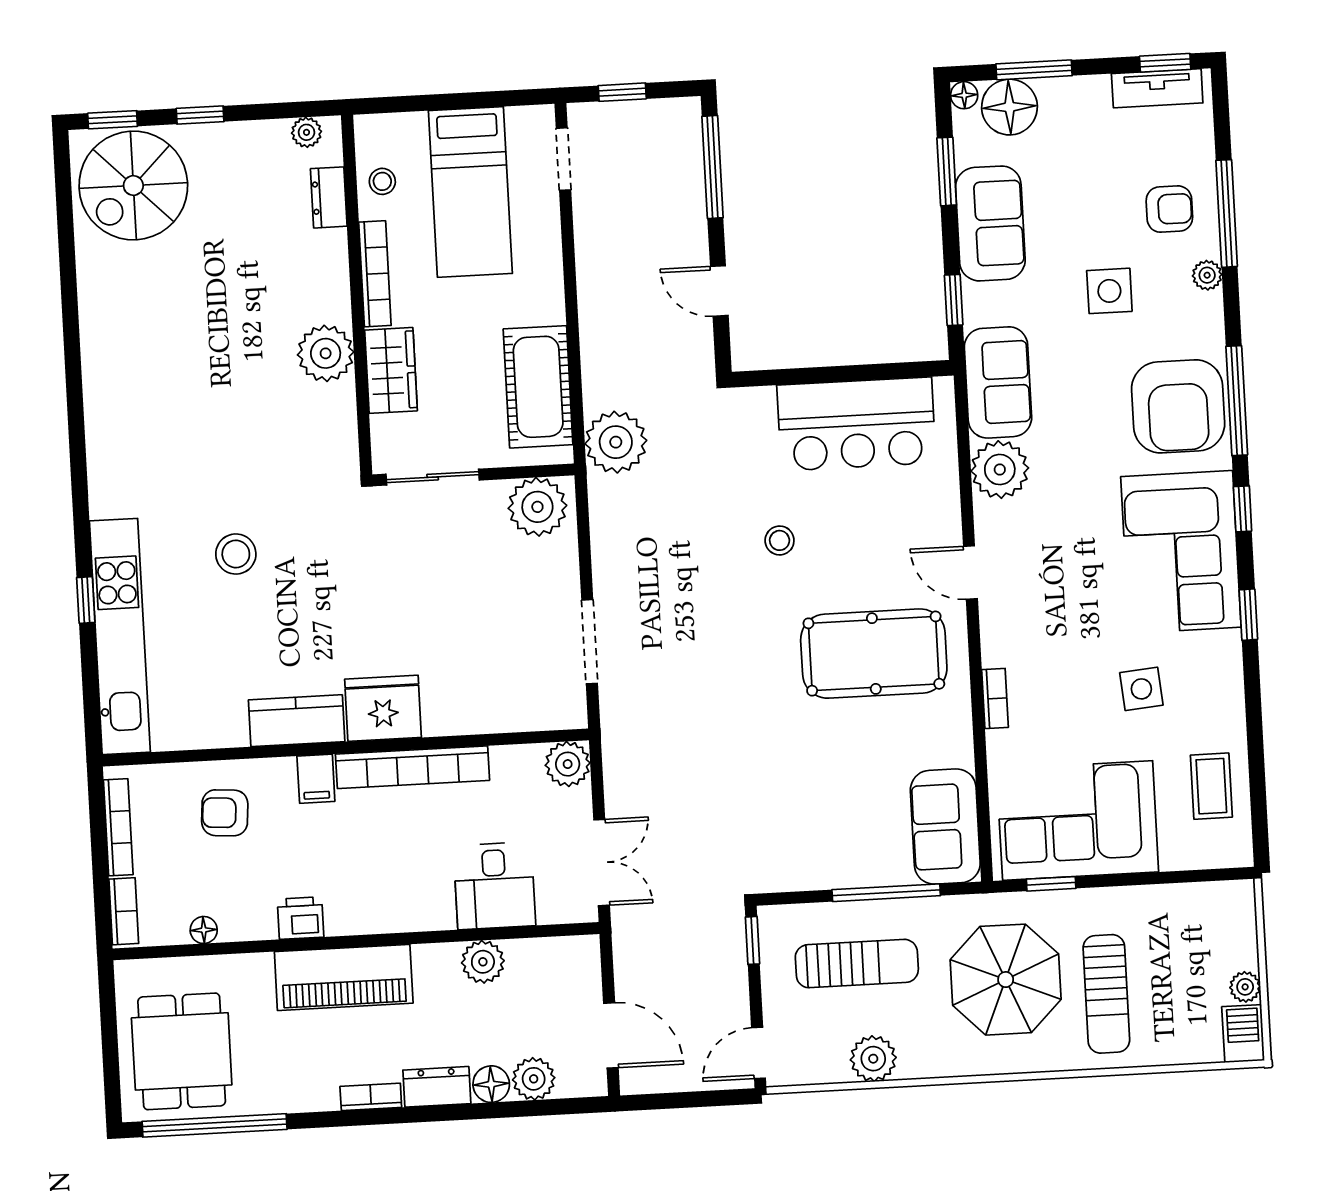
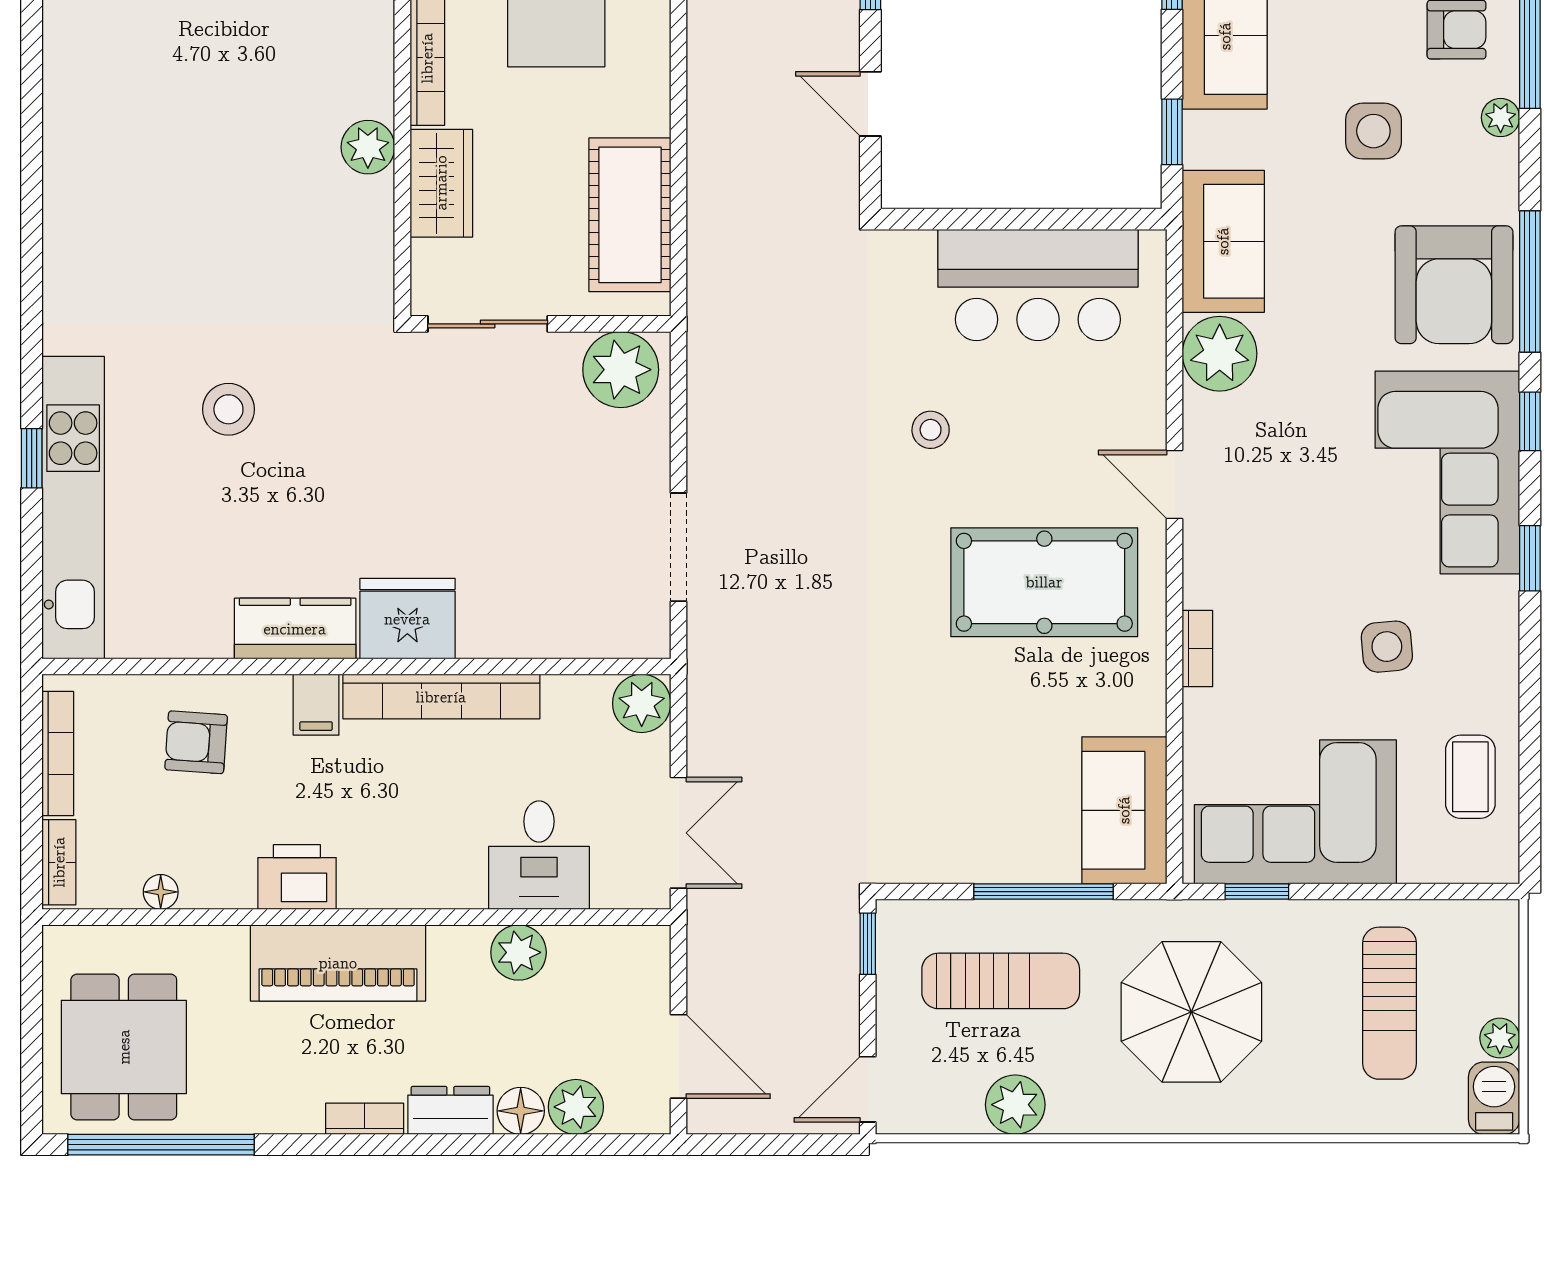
plant: (326, 353) -> (368, 147), width x0.73, depth x0.73
plant: (616, 442) -> (726, 292), removed
printer: (301, 918) -> (297, 877), width x1.36, depth x1.24
sun lounger: (1106, 994) -> (1390, 1003), moved

